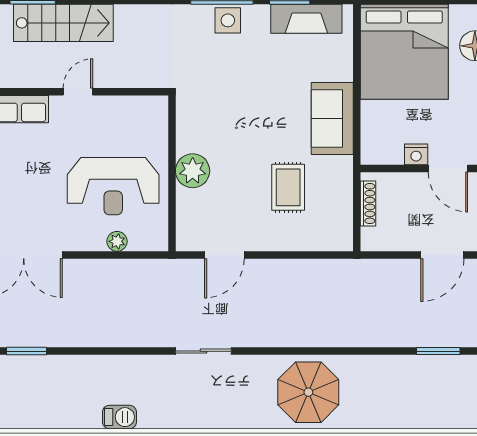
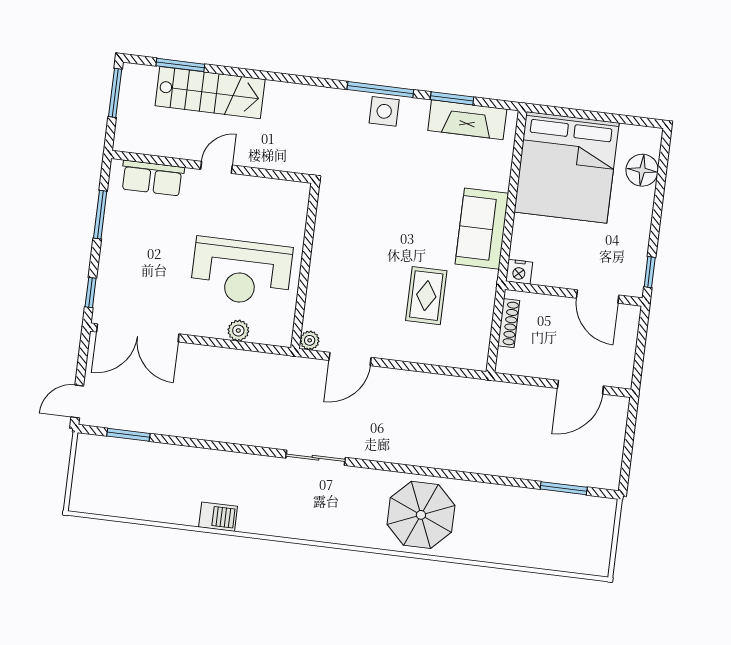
nightstand: (416, 154) -> (519, 272), moved
plant: (193, 171) -> (310, 340), moved, width x0.53, depth x0.53

